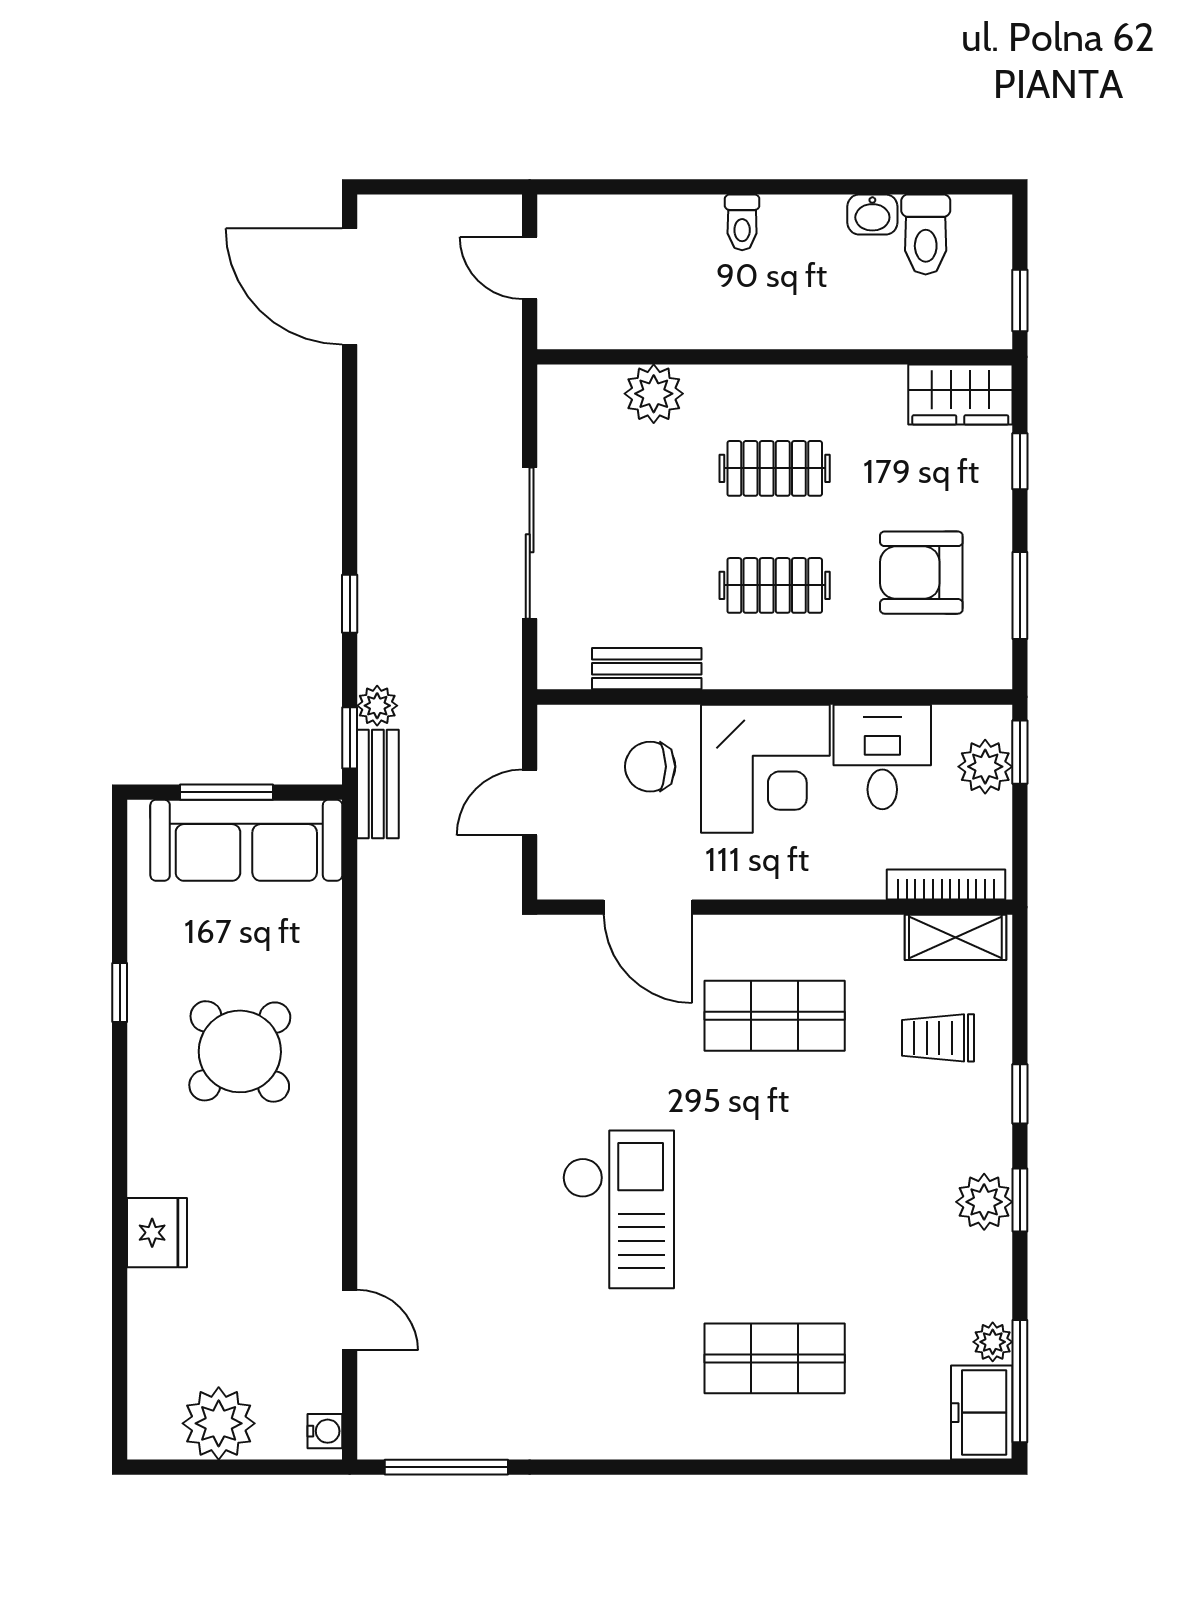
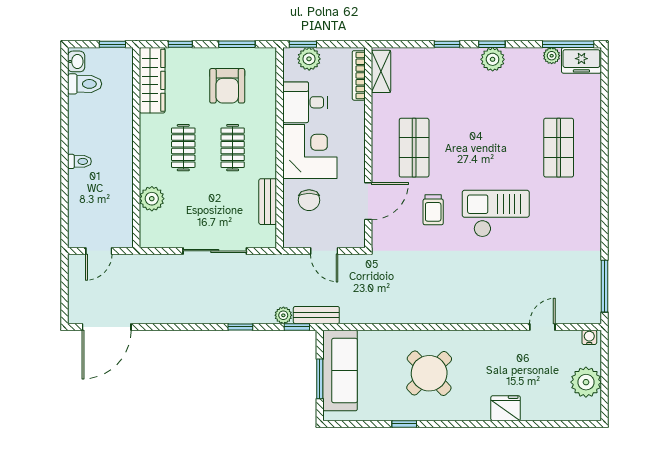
washbasin: (872, 215) -> (76, 61), moved
wardrobe: (960, 395) -> (152, 80), width x1.50
trolley: (938, 1038) -> (433, 210), moved

